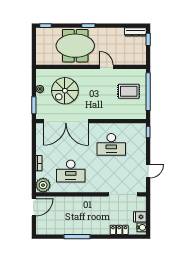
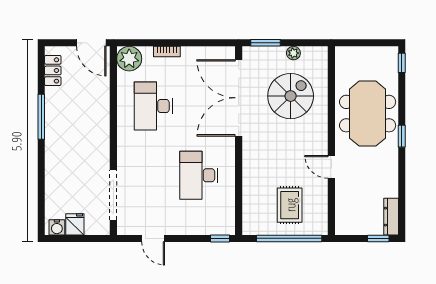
door: (106, 67) -> (331, 167), swing flipped
spiral stairs: (65, 91) -> (291, 96), turned 90
locker: (119, 230) -> (53, 70), moved

